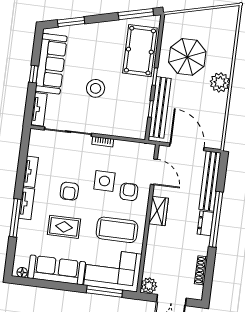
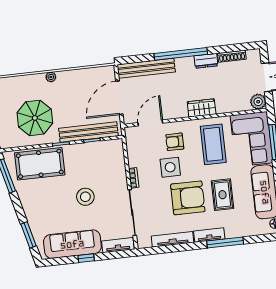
plant: (220, 82) -> (51, 77), width x0.53, depth x0.53
tv unit: (31, 172) -> (173, 239), width x1.41
armchair: (69, 191) -> (188, 198), width x1.88, depth x1.88
wardrobe: (158, 211) -> (202, 108), moved
dresser: (205, 223) -> (206, 61), moved

